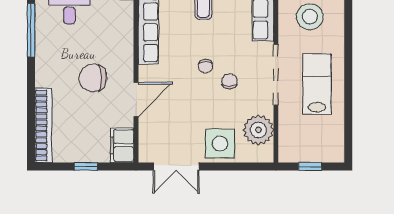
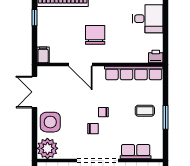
plant: (258, 130) -> (47, 148), moved
filing cabinet: (122, 145) -> (43, 55), width x0.50
window: (86, 167) -> (34, 18), moved

